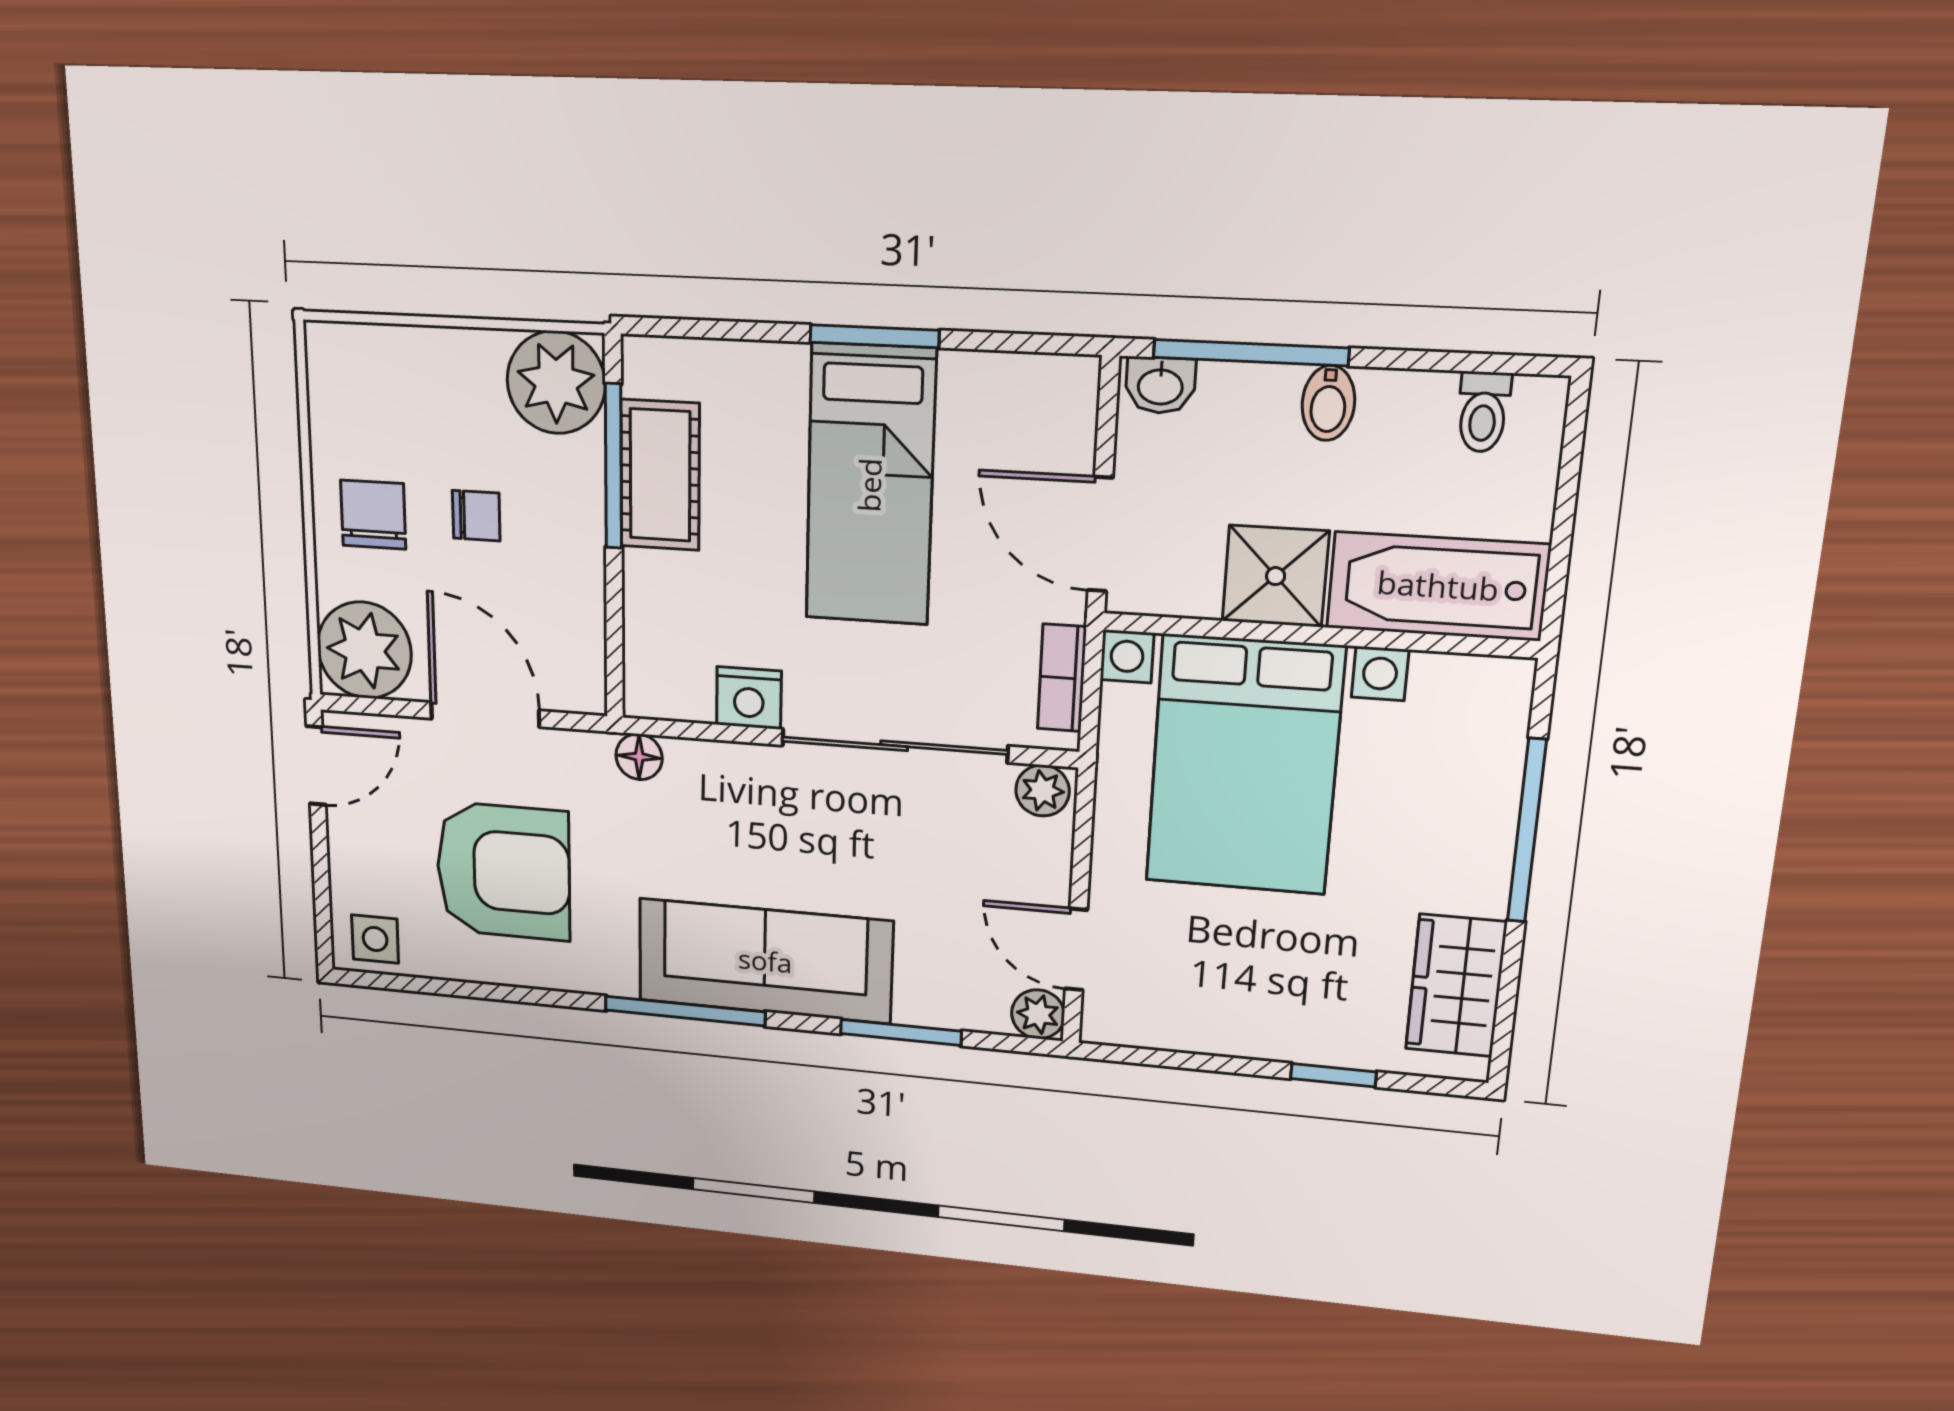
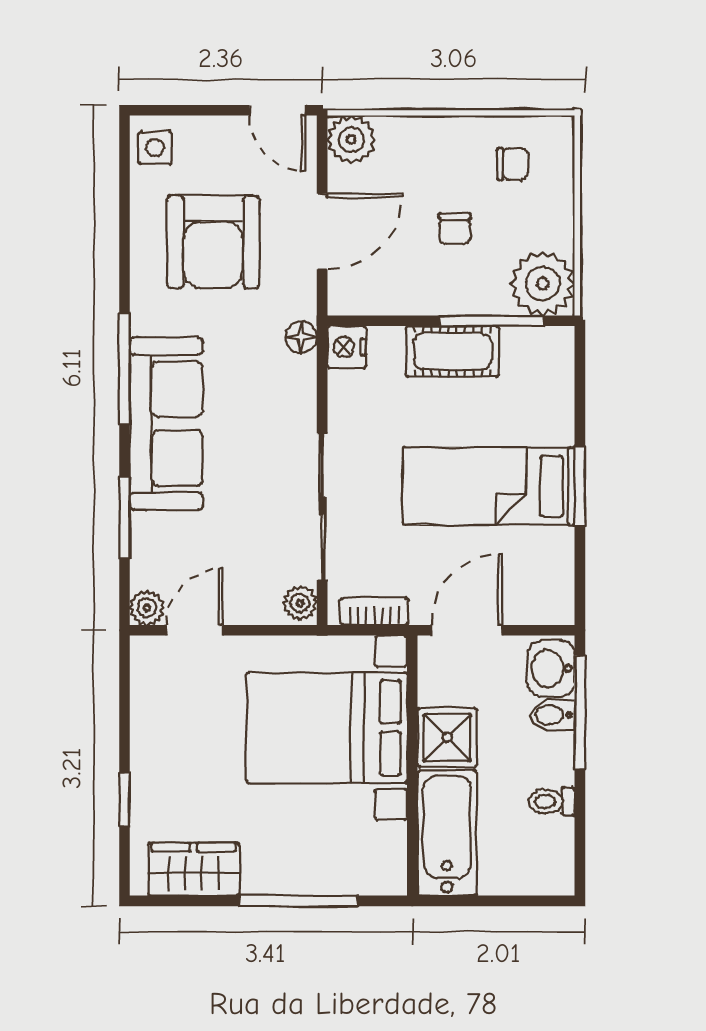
washbasin: (1160, 385) -> (551, 669), width x1.38, depth x1.45
bidet: (1328, 403) -> (553, 715), moved
toilet: (1483, 412) -> (552, 801), moved
cot: (660, 475) -> (453, 351), moved
chair: (373, 515) -> (512, 164), moved, width x0.73, depth x0.73
plant: (364, 650) -> (351, 140), width x0.73, depth x0.73
nightstand: (749, 698) -> (347, 347), moved

